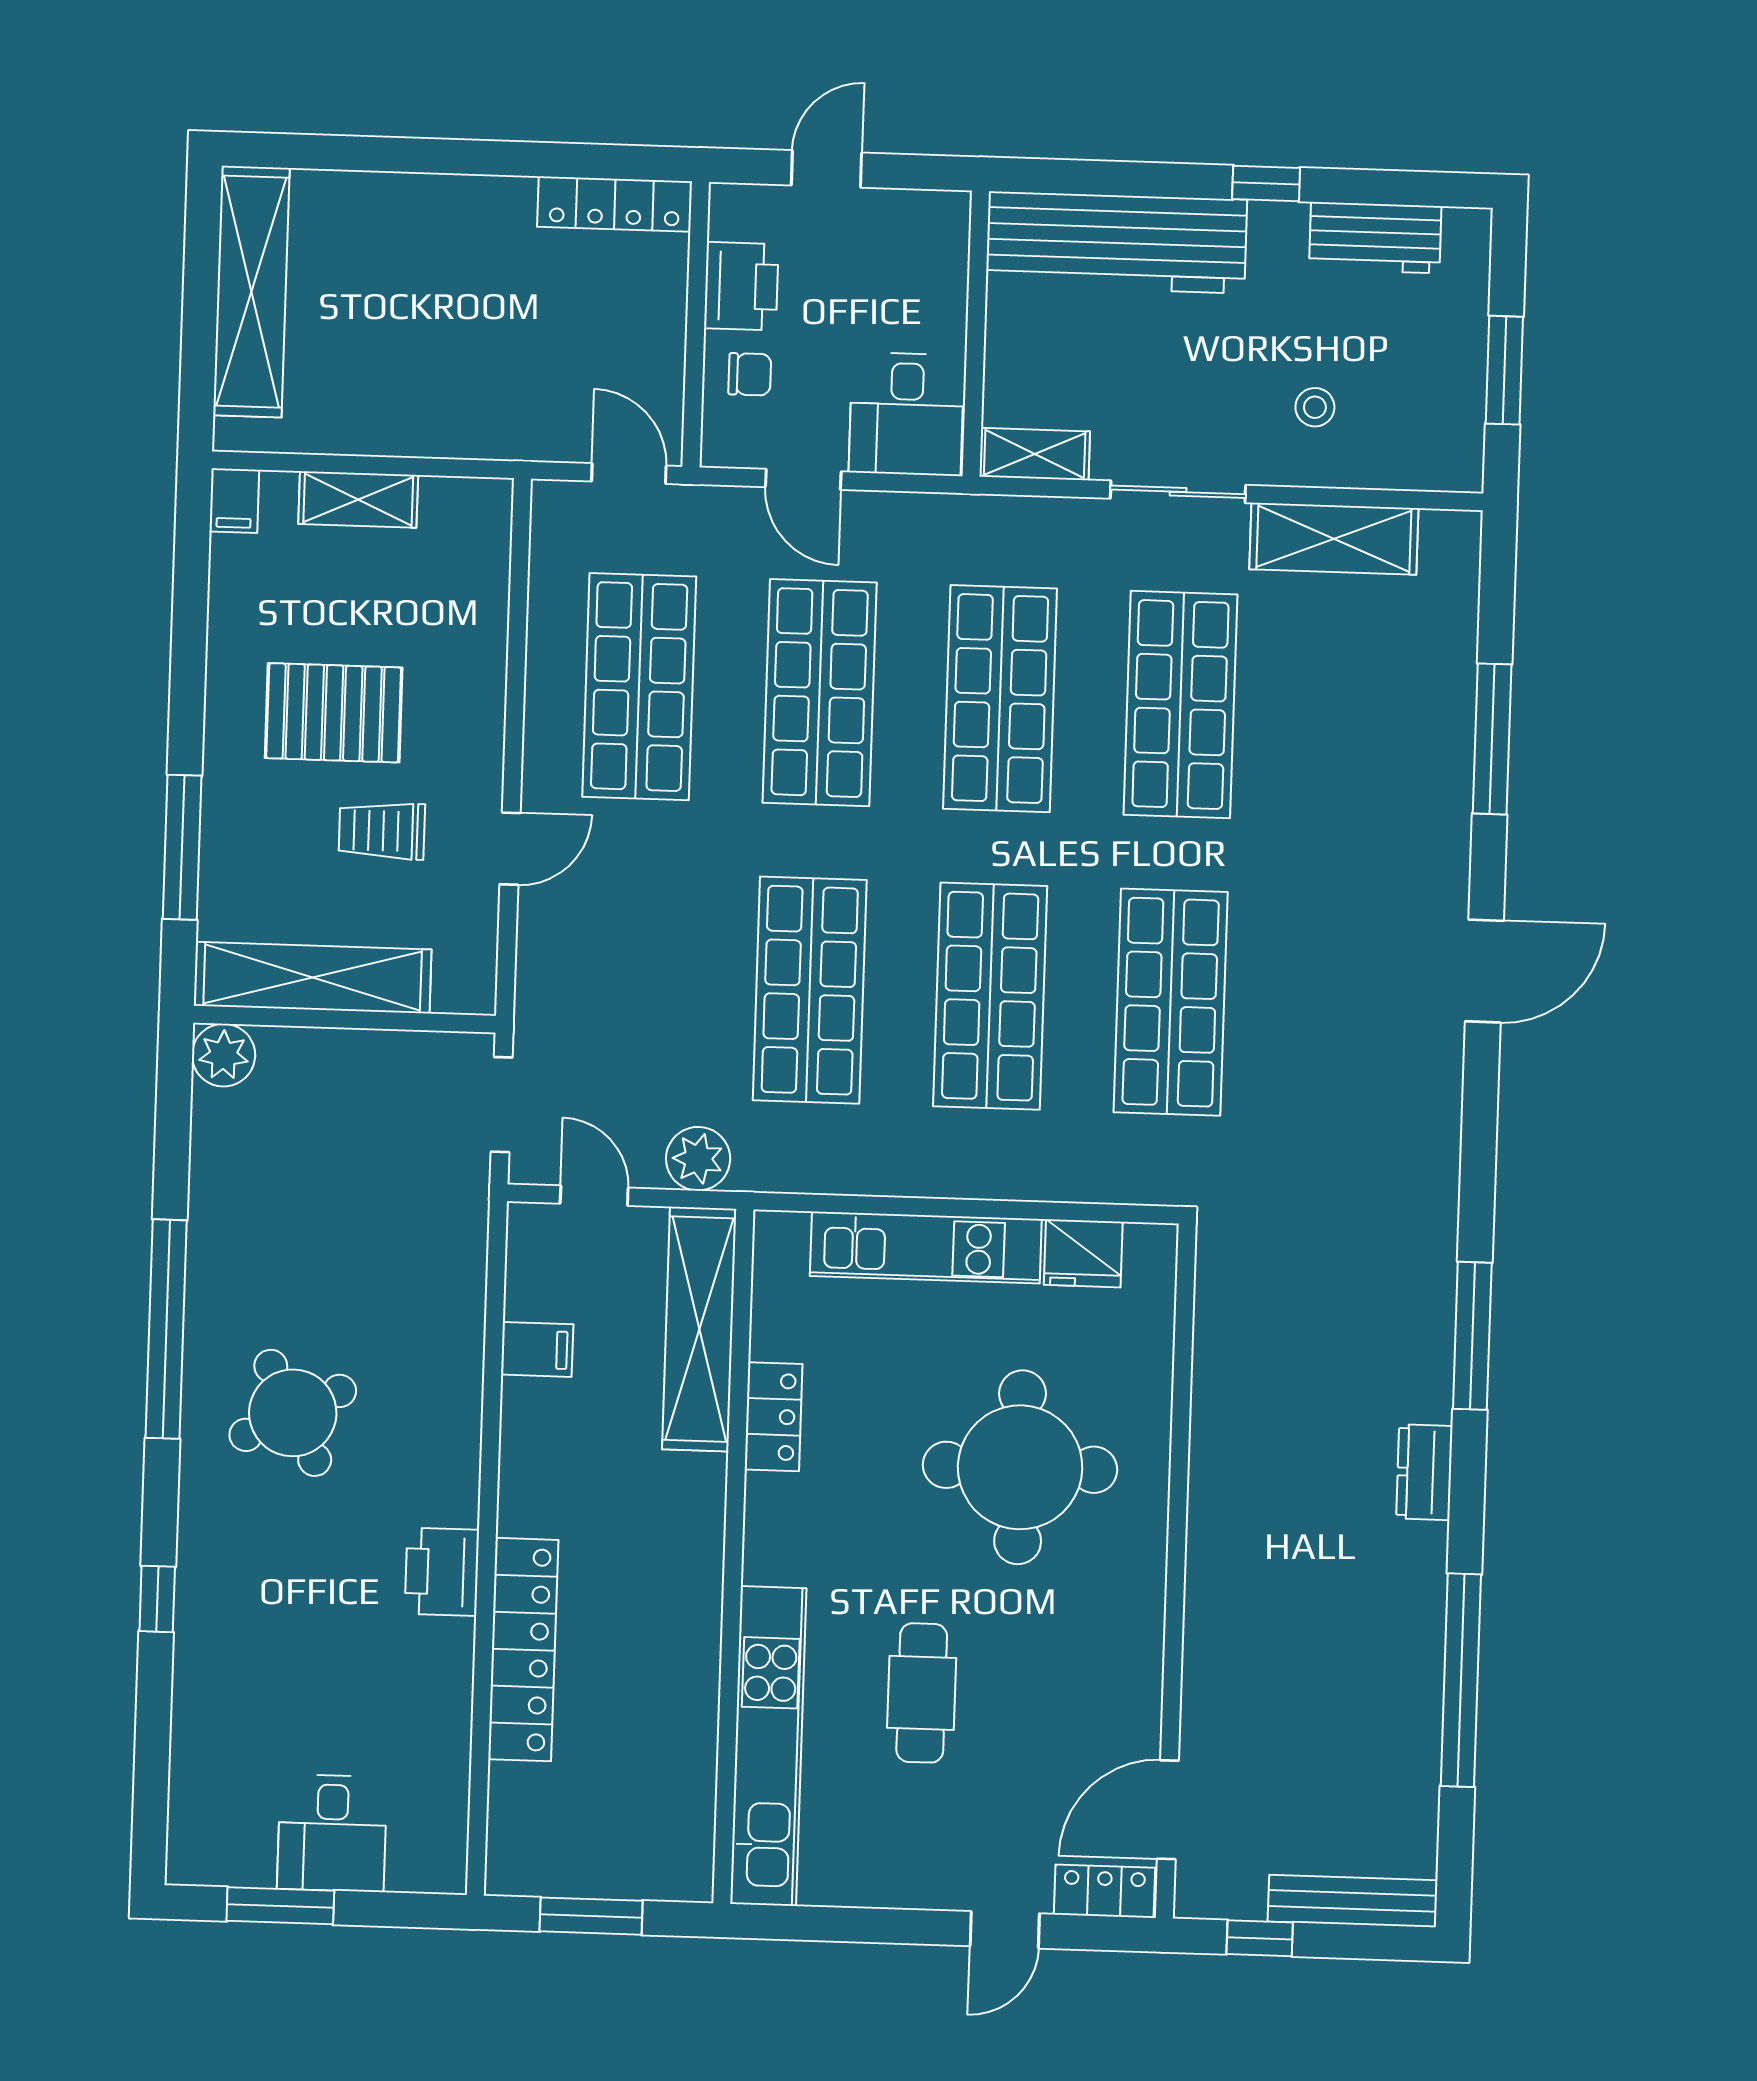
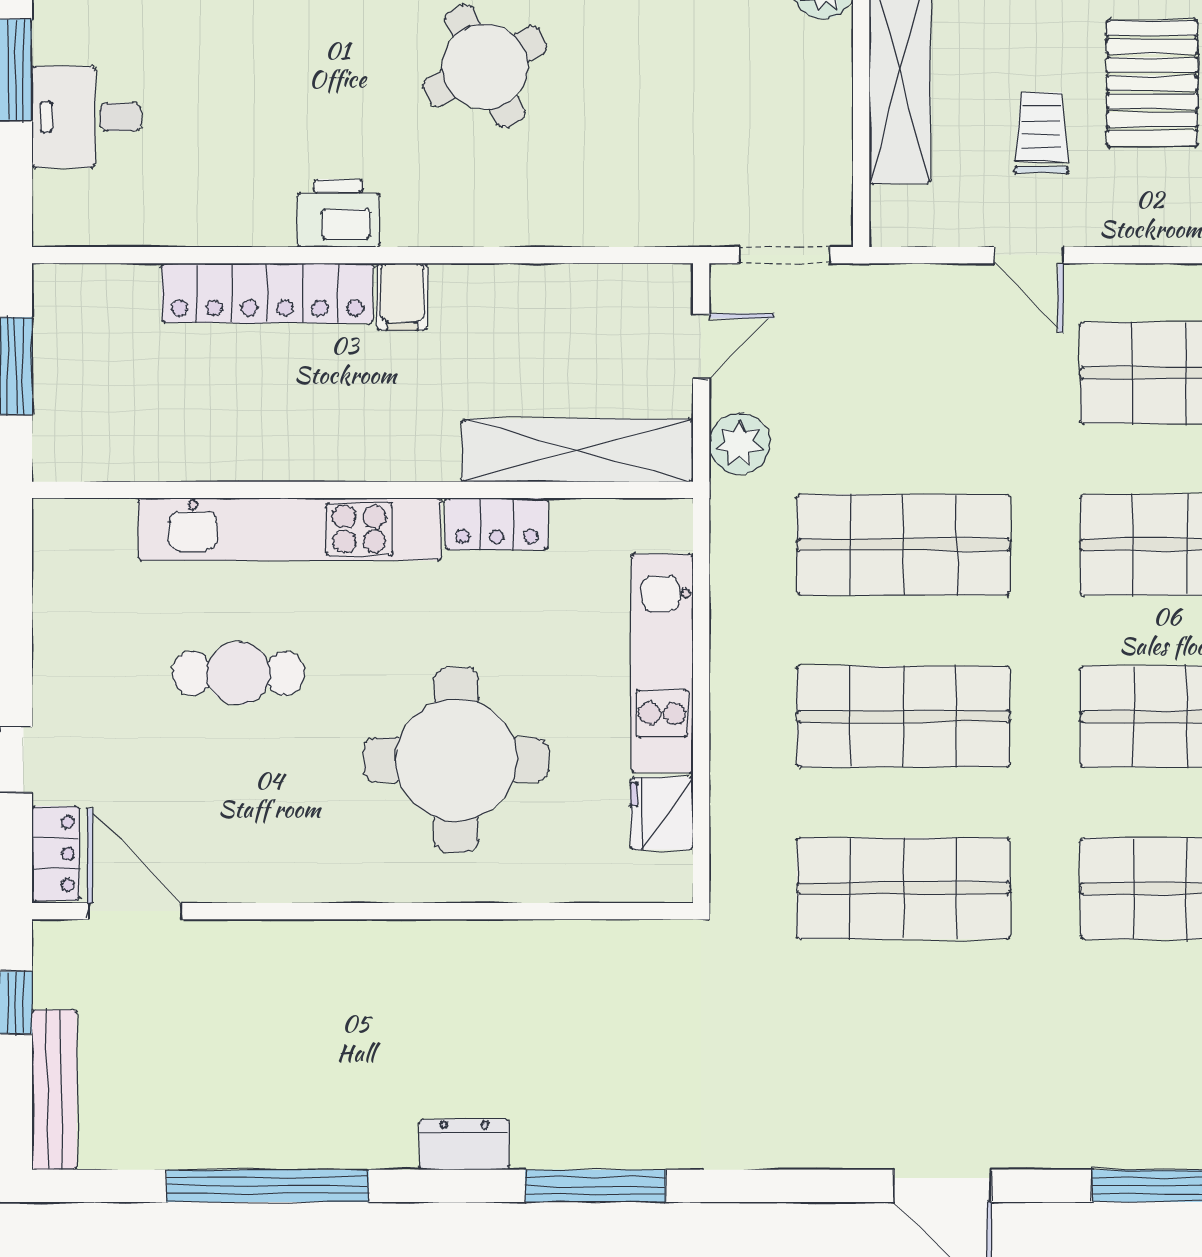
filing cabinet: (537, 1349) -> (402, 297), moved
kitchen unit: (768, 1746) -> (290, 529), moved

